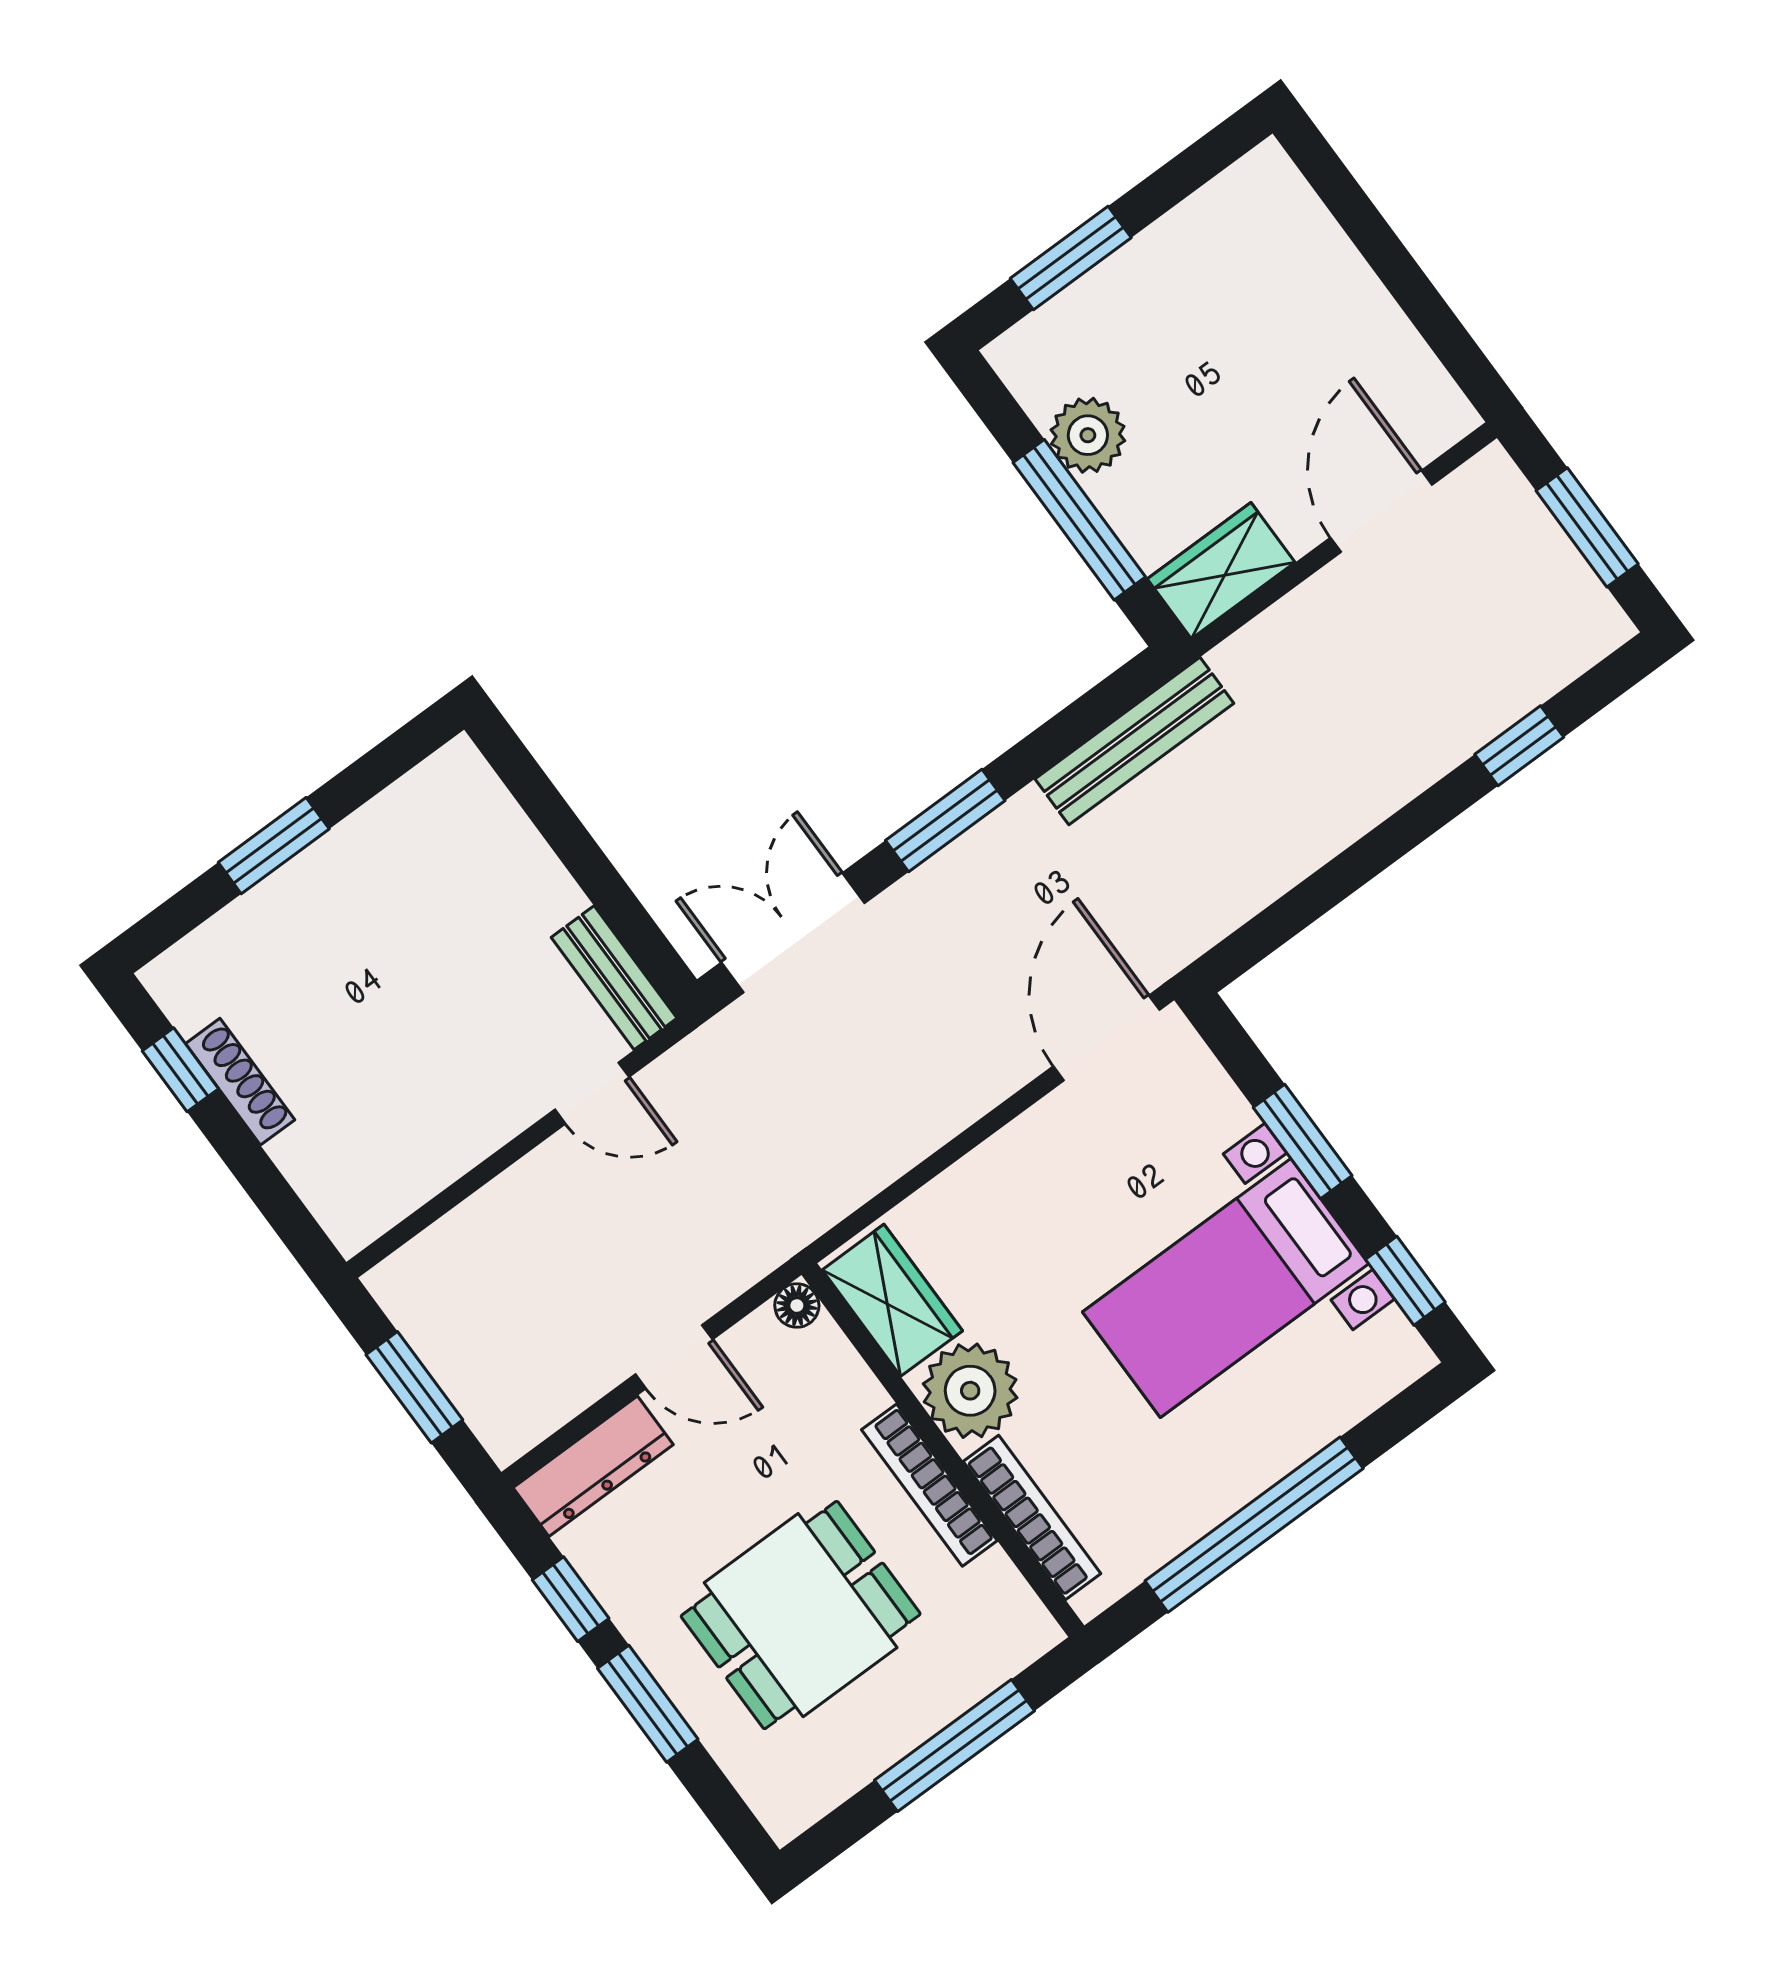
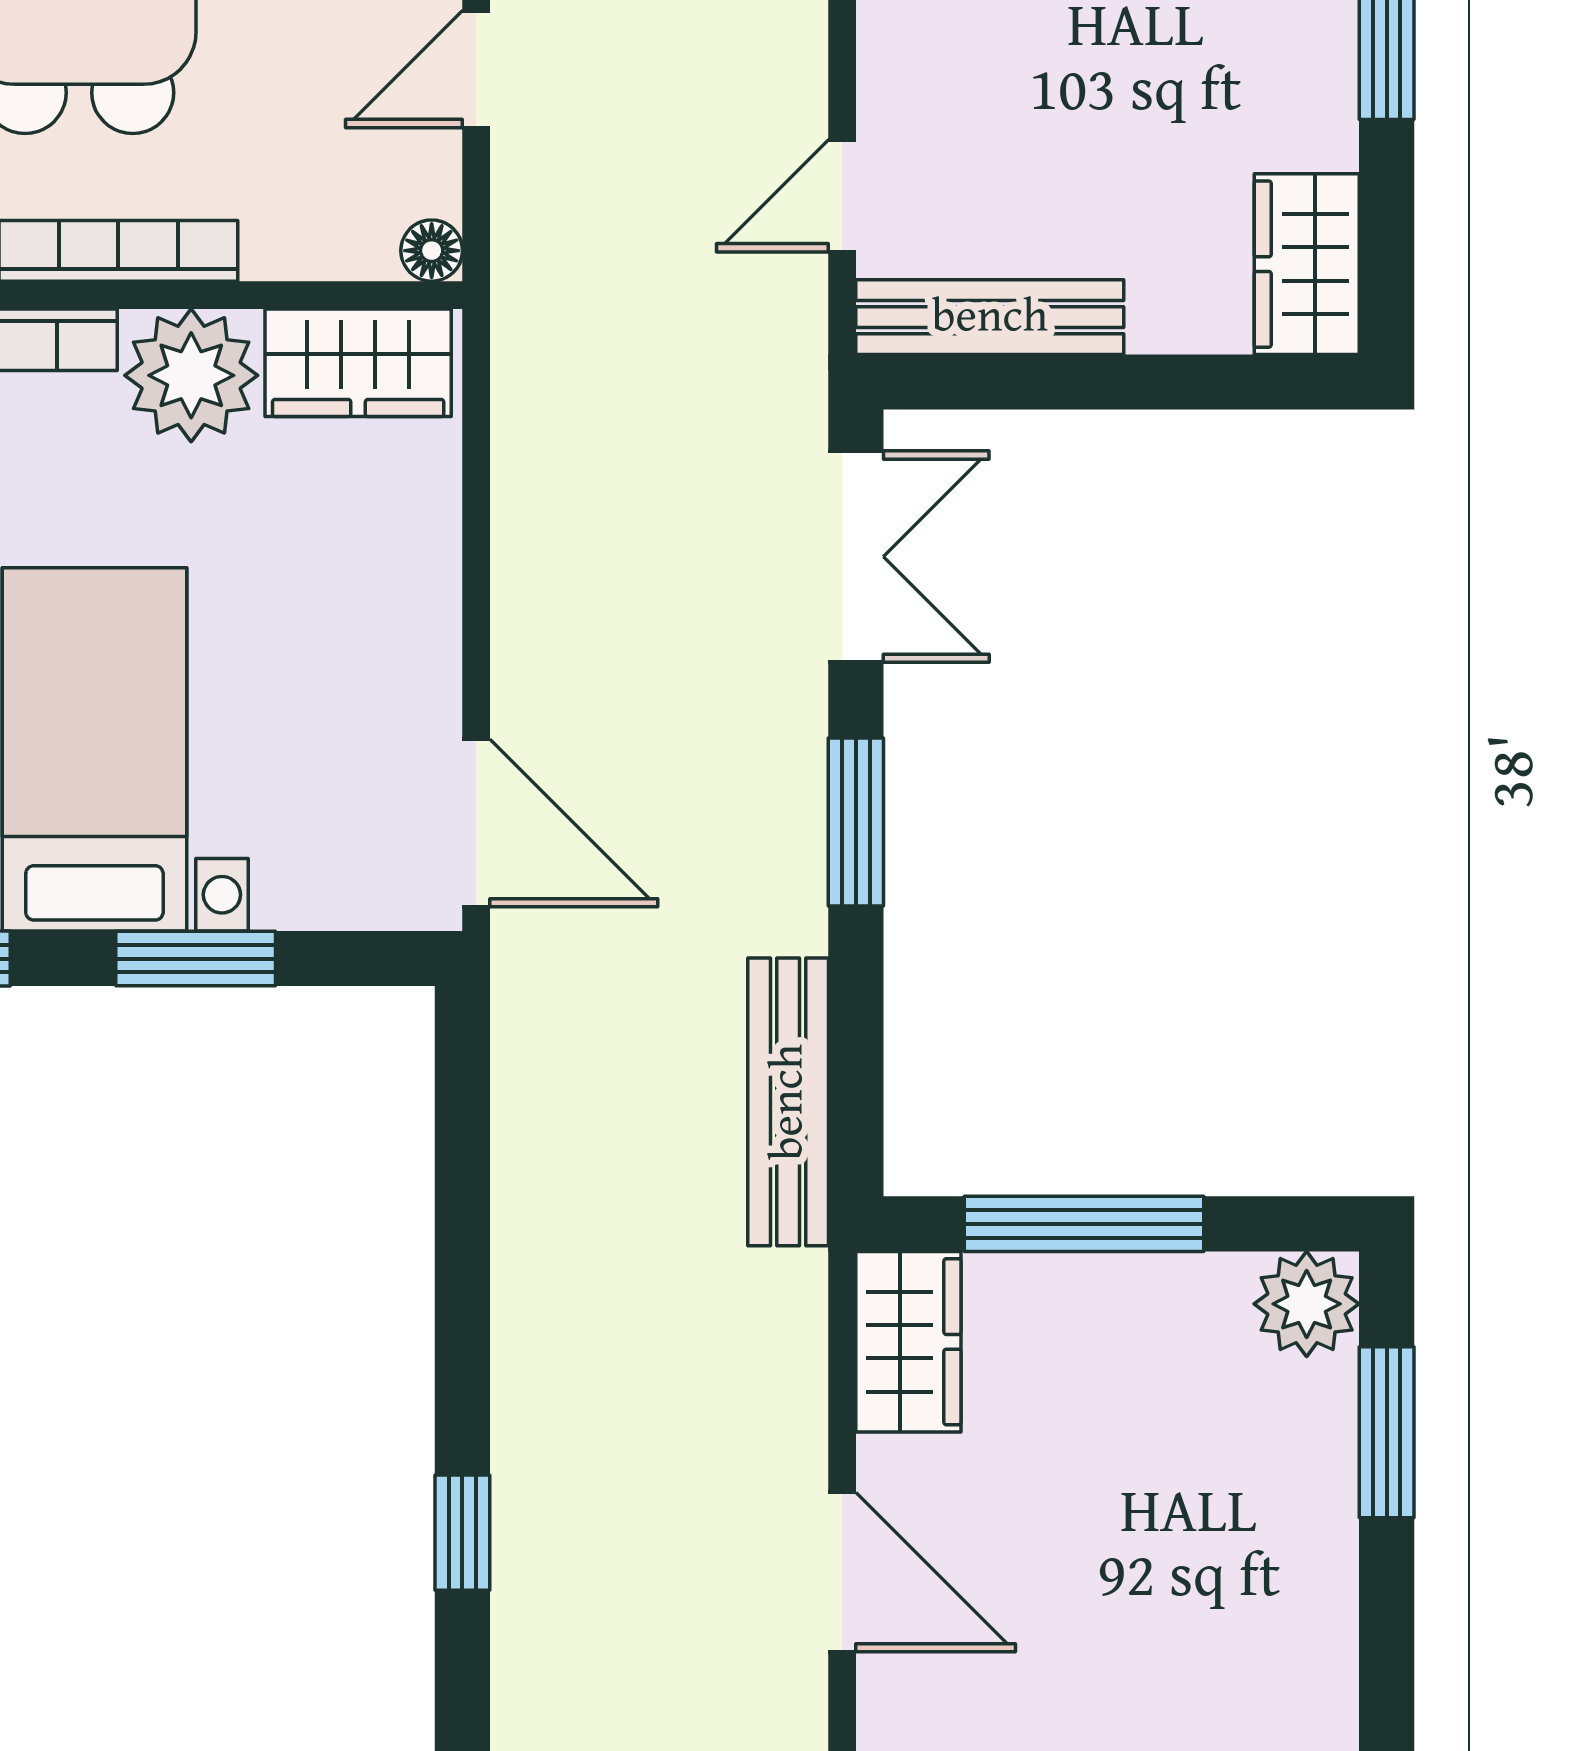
plant: (1088, 435) -> (1307, 1304), moved
wardrobe: (435, 798) -> (1307, 264), added
bench: (614, 978) -> (990, 317), width x1.36

